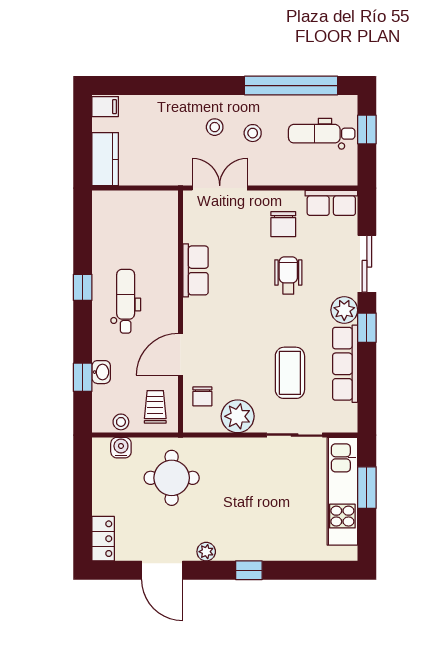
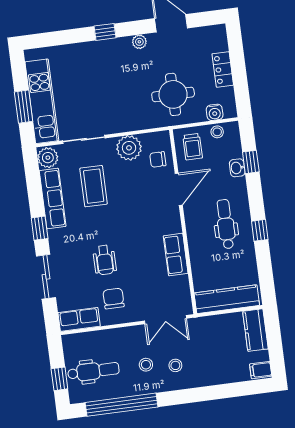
kitchen counter: (137, 204) -> (227, 299), added
dental chair: (126, 301) -> (226, 224), turned 180
plant: (344, 310) -> (48, 158), moved
chair: (202, 396) -> (158, 159), turned -90
locker: (103, 539) -> (223, 69), moved

